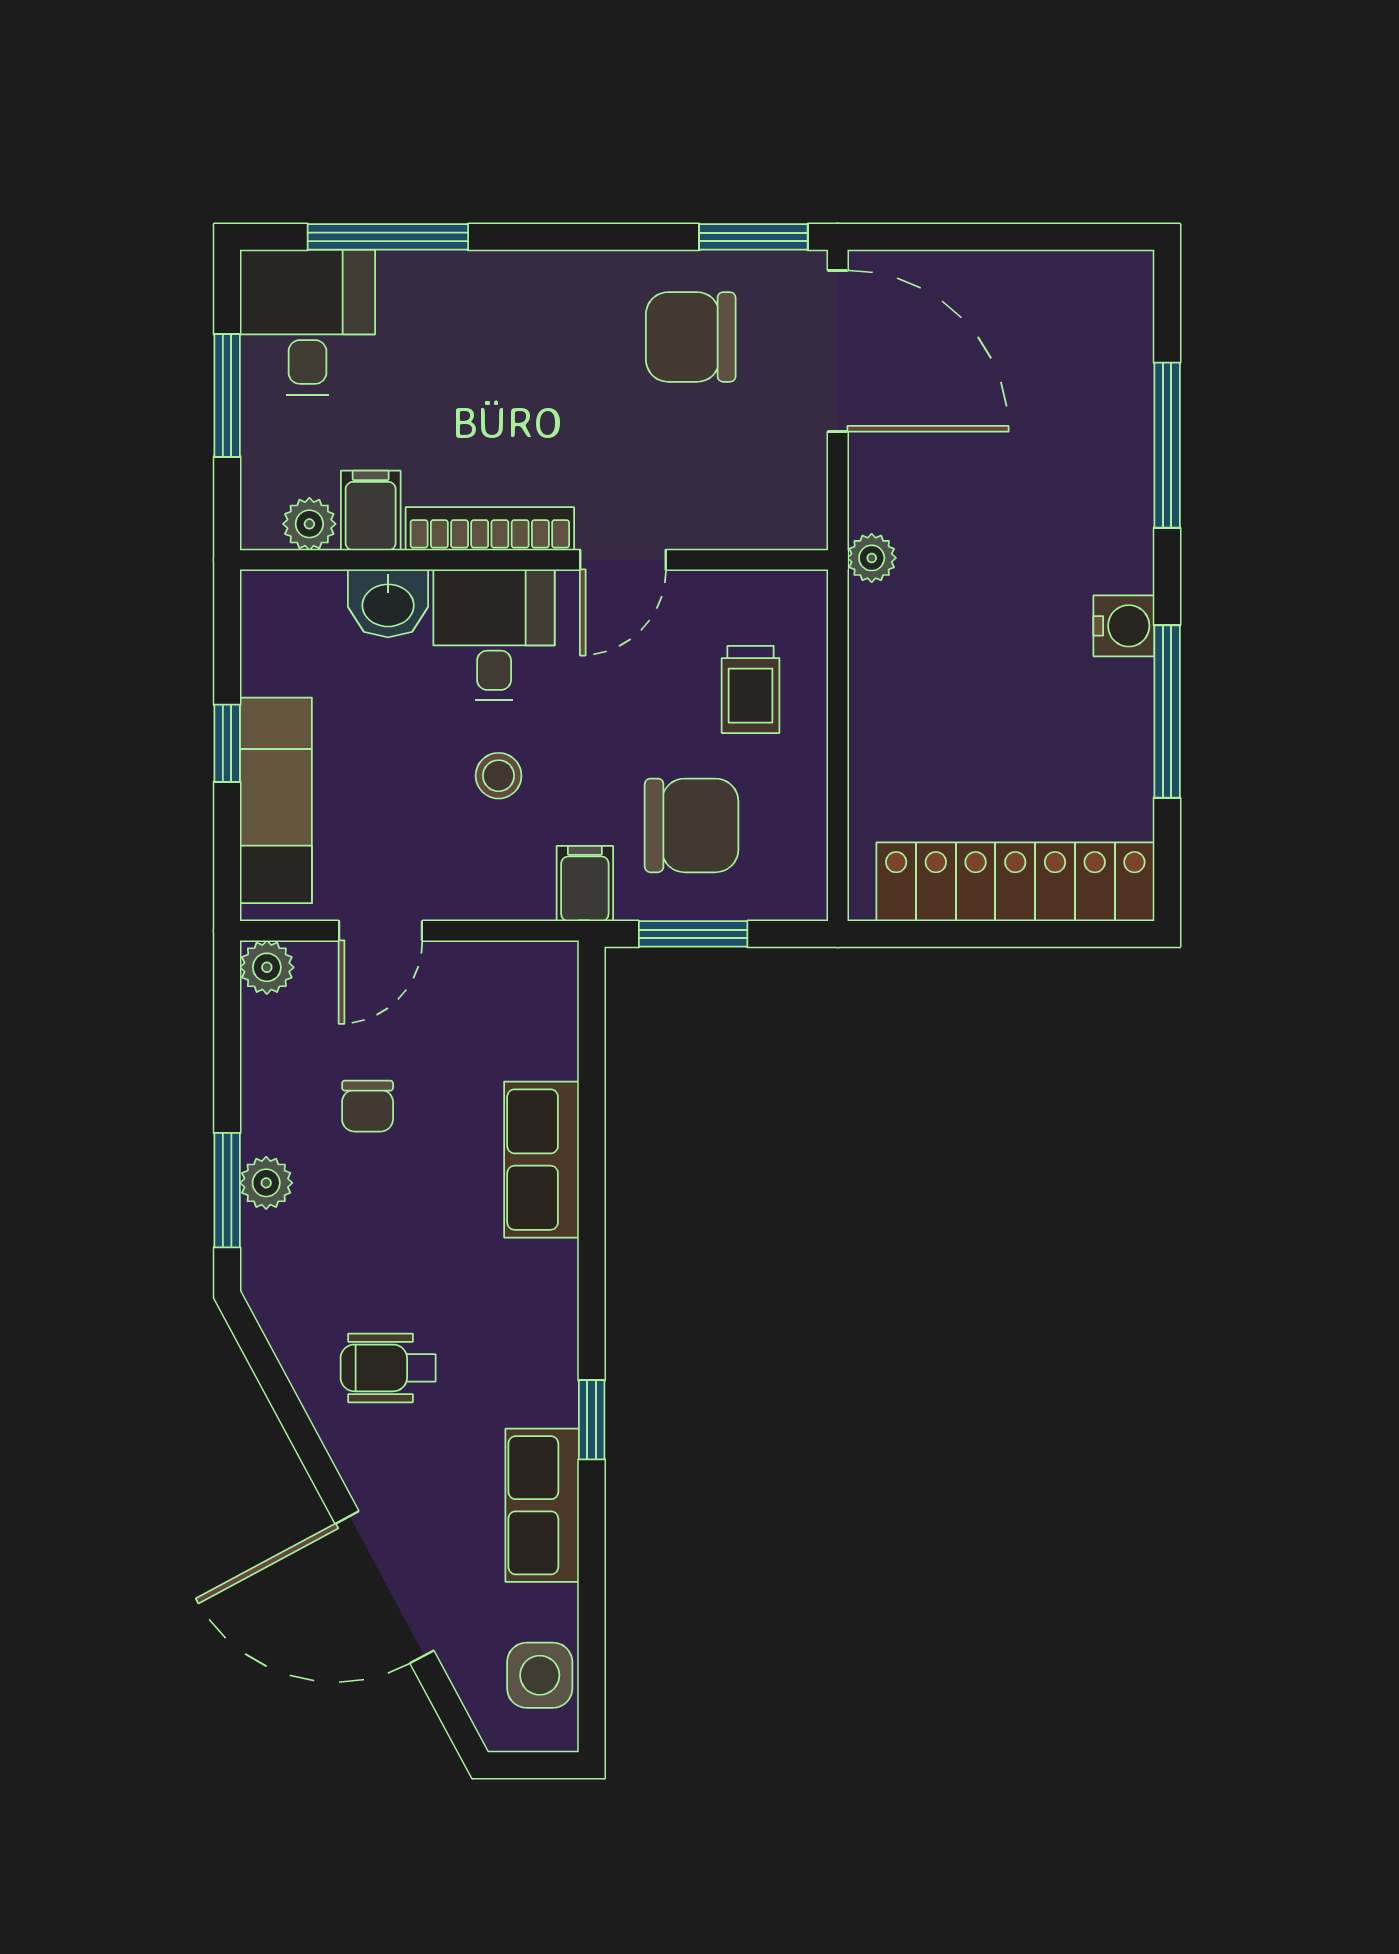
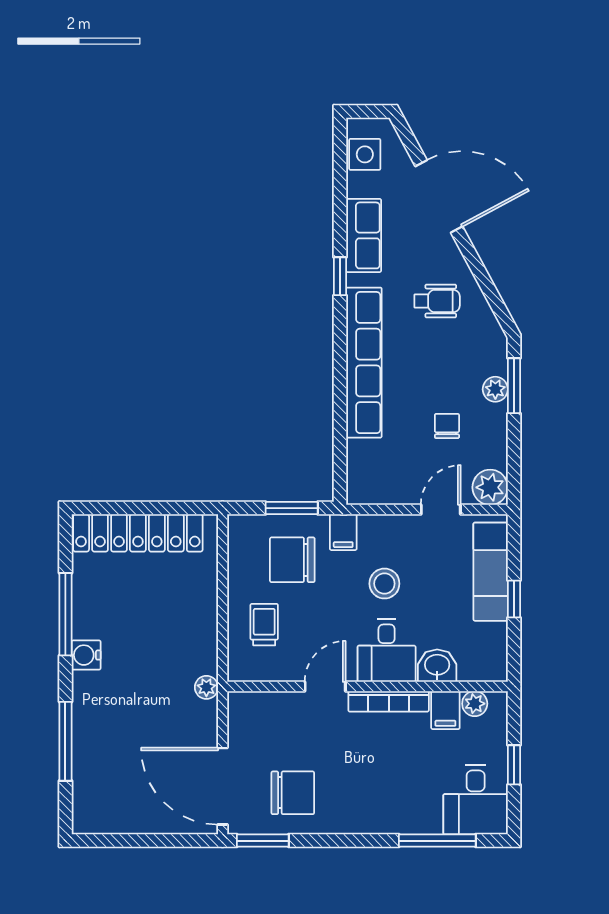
window: (227, 395) -> (514, 765), width x0.67
stool: (499, 776) -> (384, 584), width x1.37, depth x1.37
plant: (267, 967) -> (490, 487), width x1.38, depth x1.38
row of seats: (542, 1160) -> (364, 363), width x2.02

